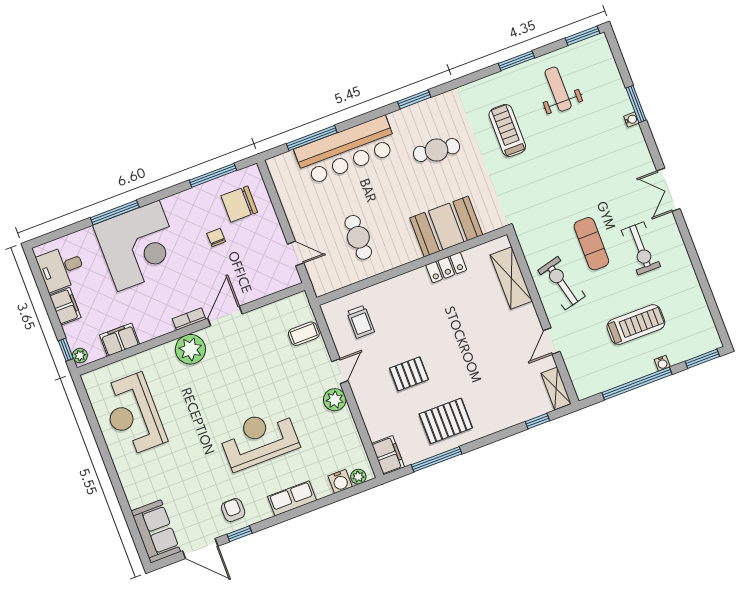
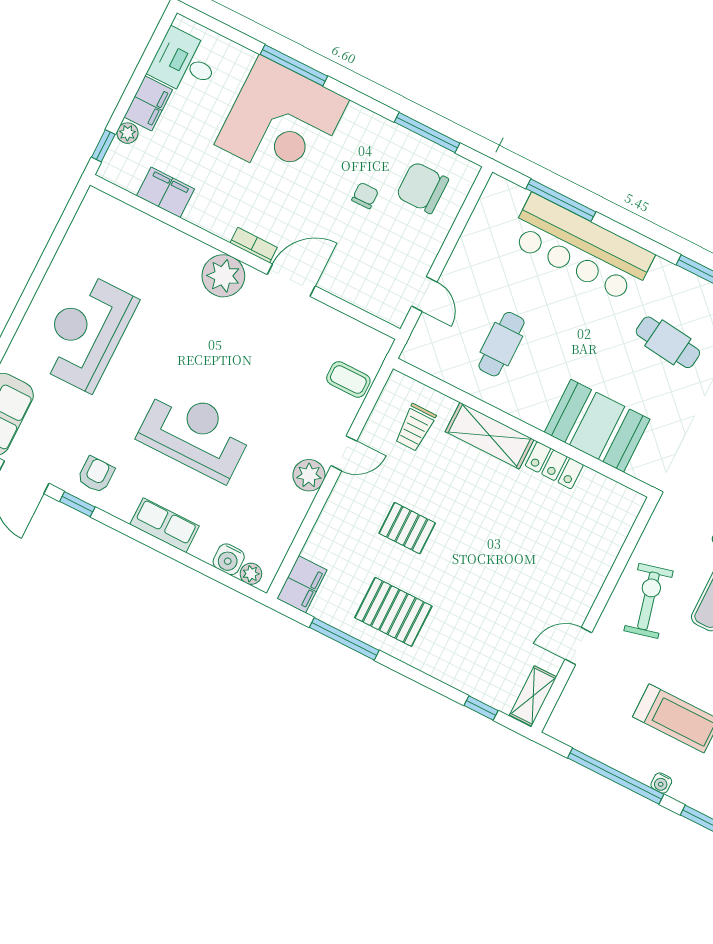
shelving: (511, 278) -> (490, 436), moved, turned 90
plant: (80, 355) -> (128, 133), moved
reception desk: (133, 415) -> (86, 332), moved

